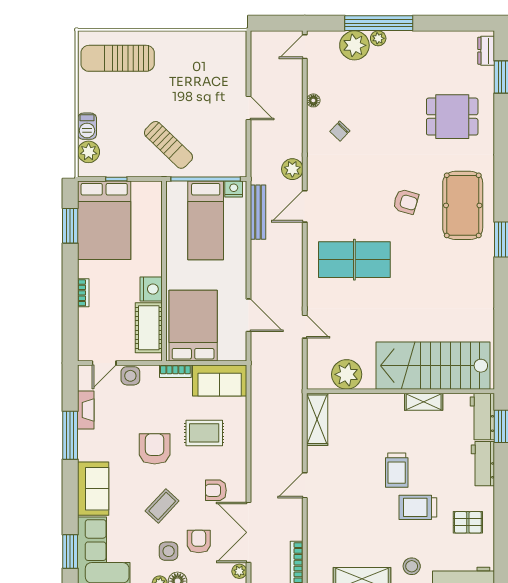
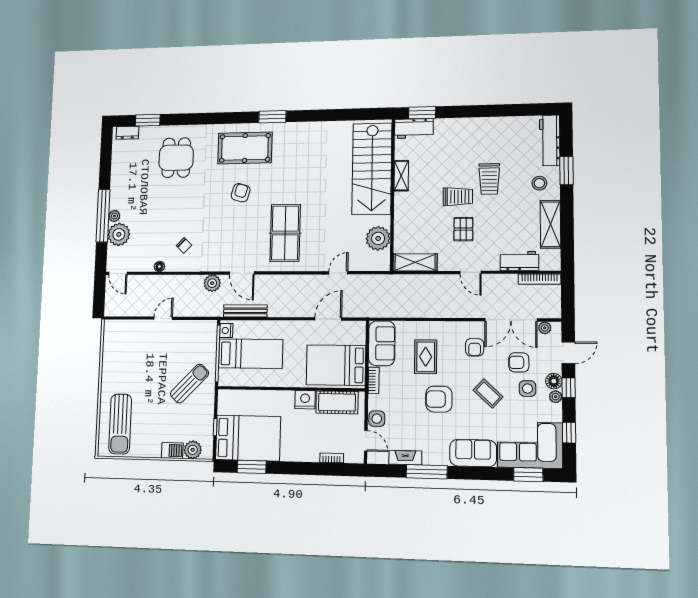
bookcase: (83, 293) -> (332, 458), moved
workbench: (483, 464) -> (519, 261), moved, turned 180
pallet: (468, 522) -> (463, 229), moved

